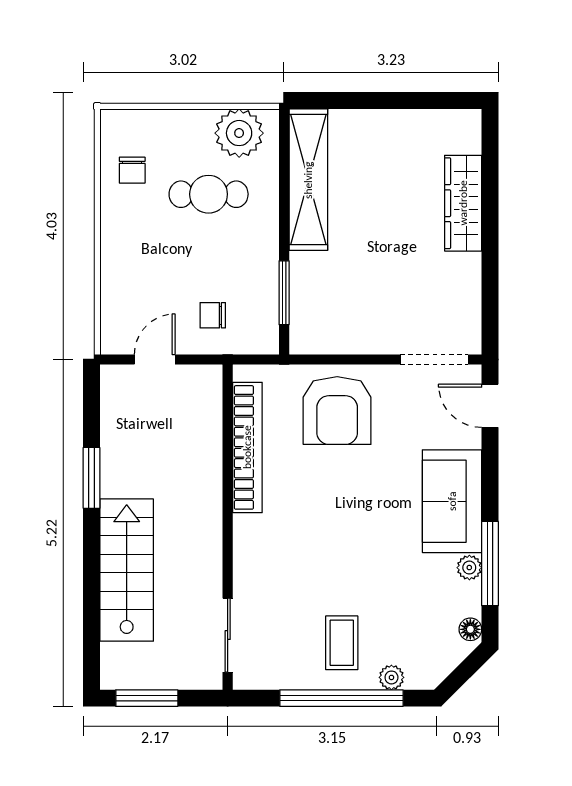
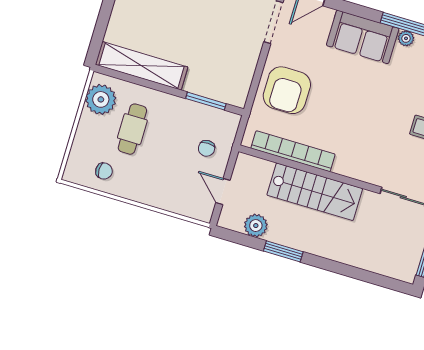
armchair: (337, 411) -> (287, 90), turned 90
plant: (118, 425) -> (256, 226), added
stairs: (127, 570) -> (315, 192), moved, turned 180

